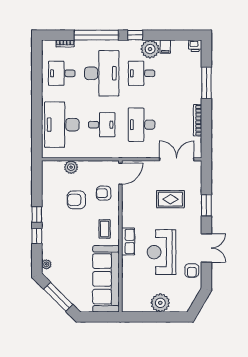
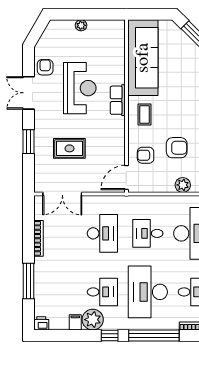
armchair: (104, 193) -> (146, 155), turned 180
plant: (160, 303) -> (81, 25), width x0.53, depth x0.53

